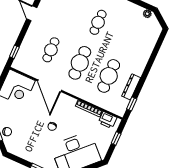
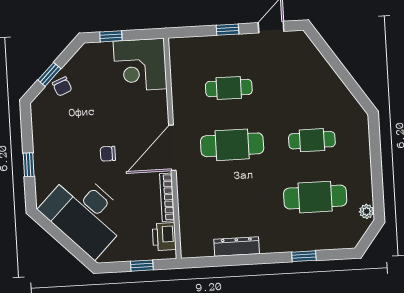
window: (14, 52) -> (227, 30), moved
cafe table: (109, 76) -> (315, 197), moved
door: (49, 86) -> (172, 148), moved
window: (132, 104) -> (304, 256), moved

